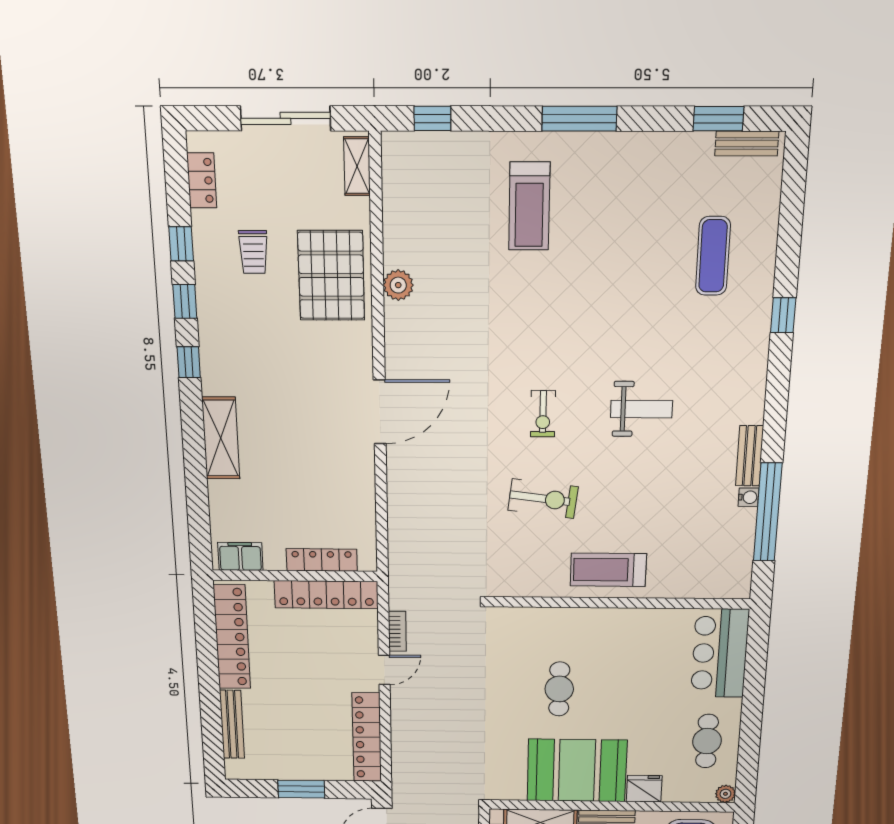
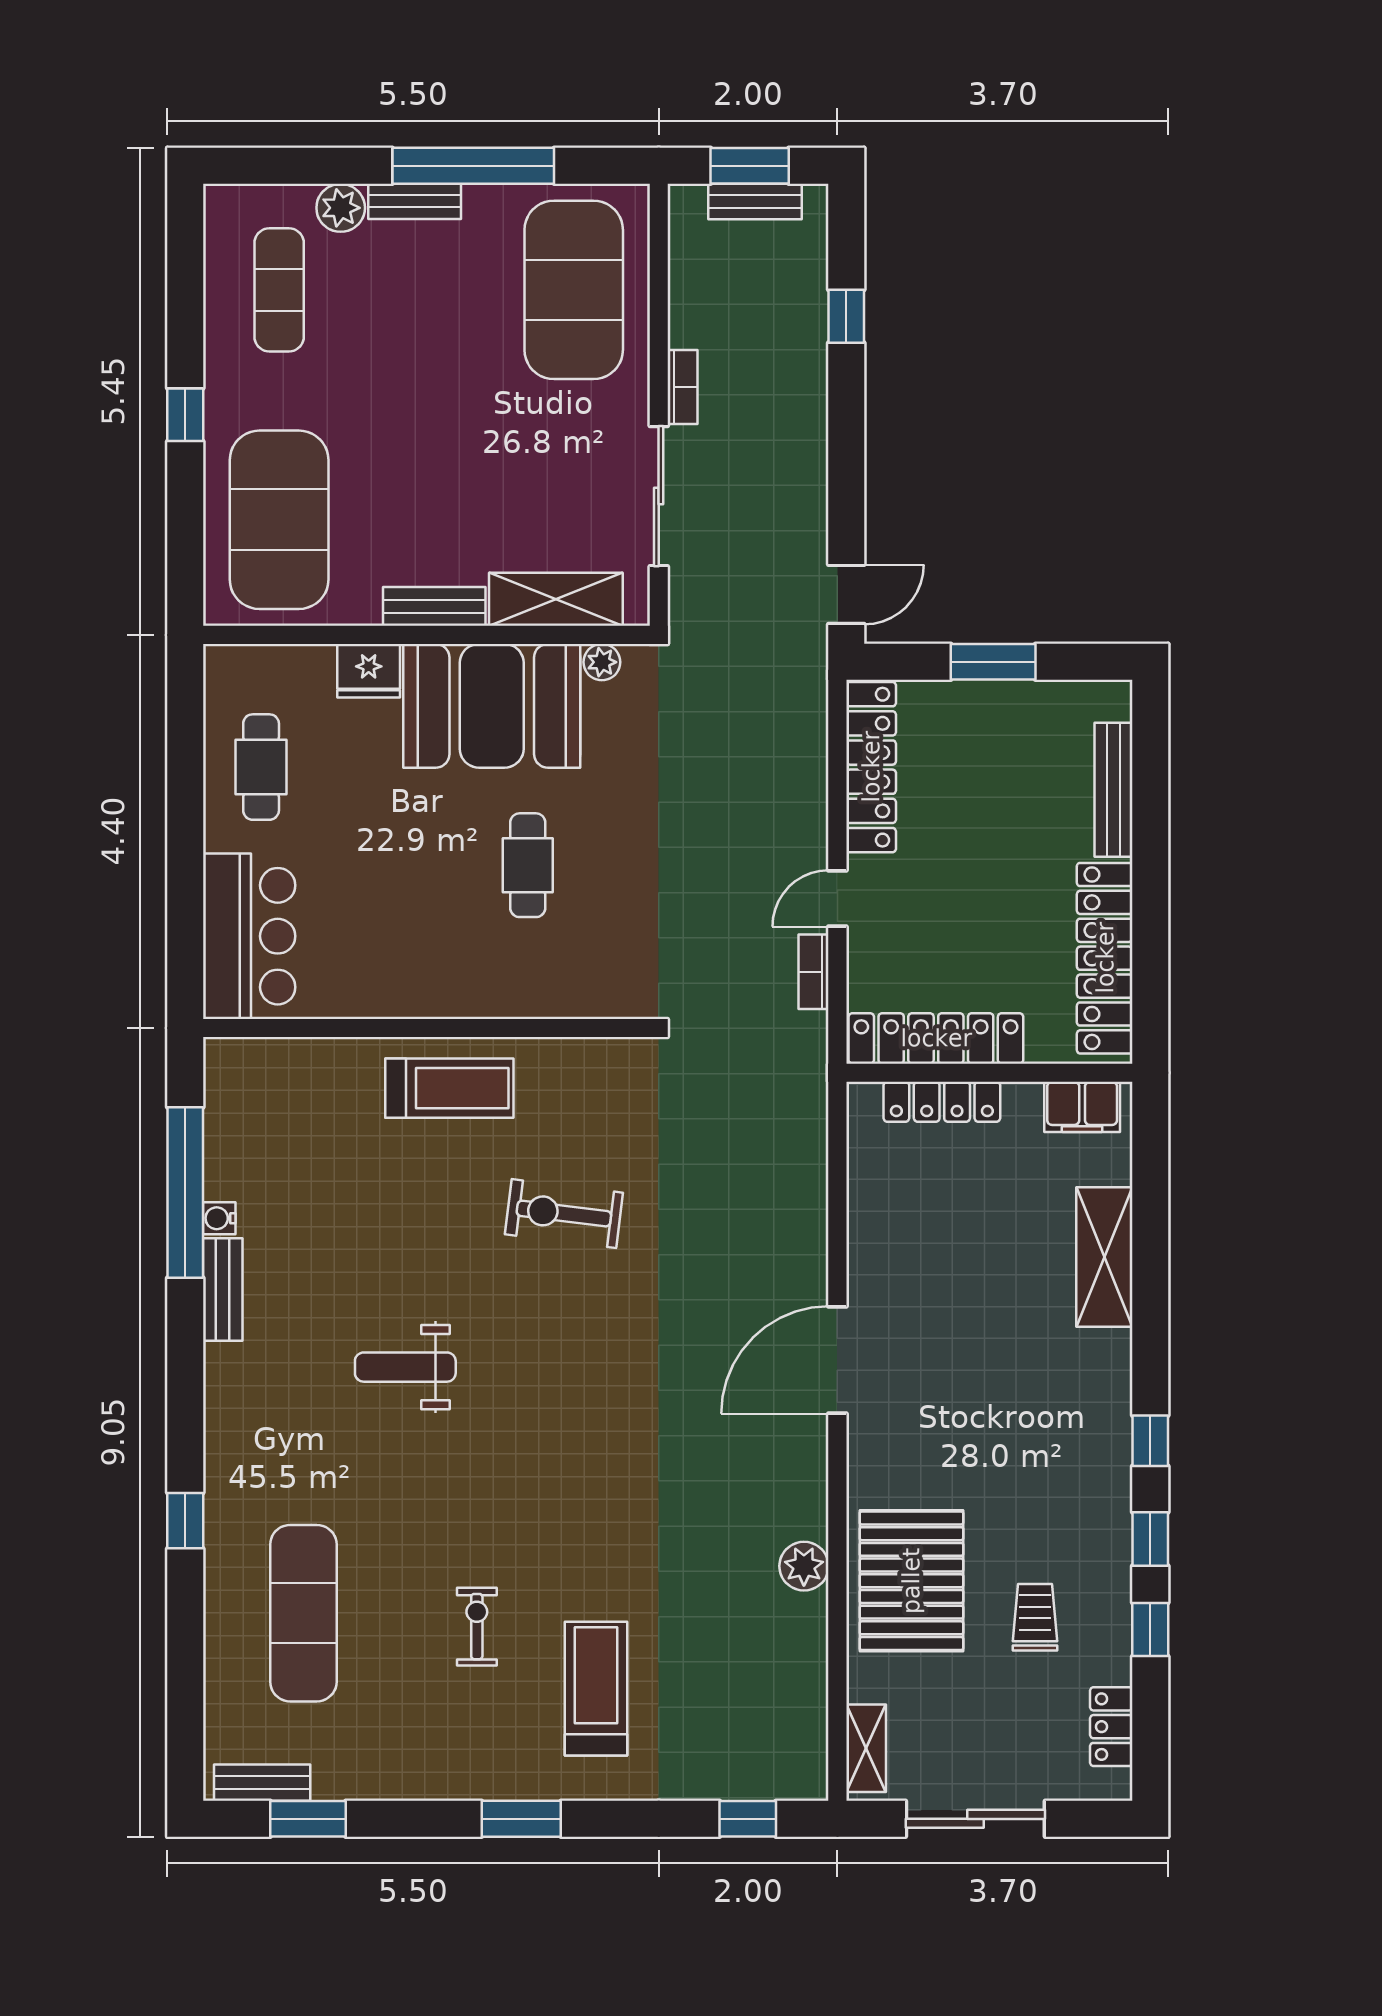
window: (579, 119) -> (521, 1819), width x0.69
exercise mat: (713, 256) -> (303, 1613), width x1.36, depth x1.45
exercise bike: (543, 414) -> (477, 1627), moved
shelving: (221, 438) -> (1104, 1257), moved
plant: (725, 794) -> (602, 662), moved

